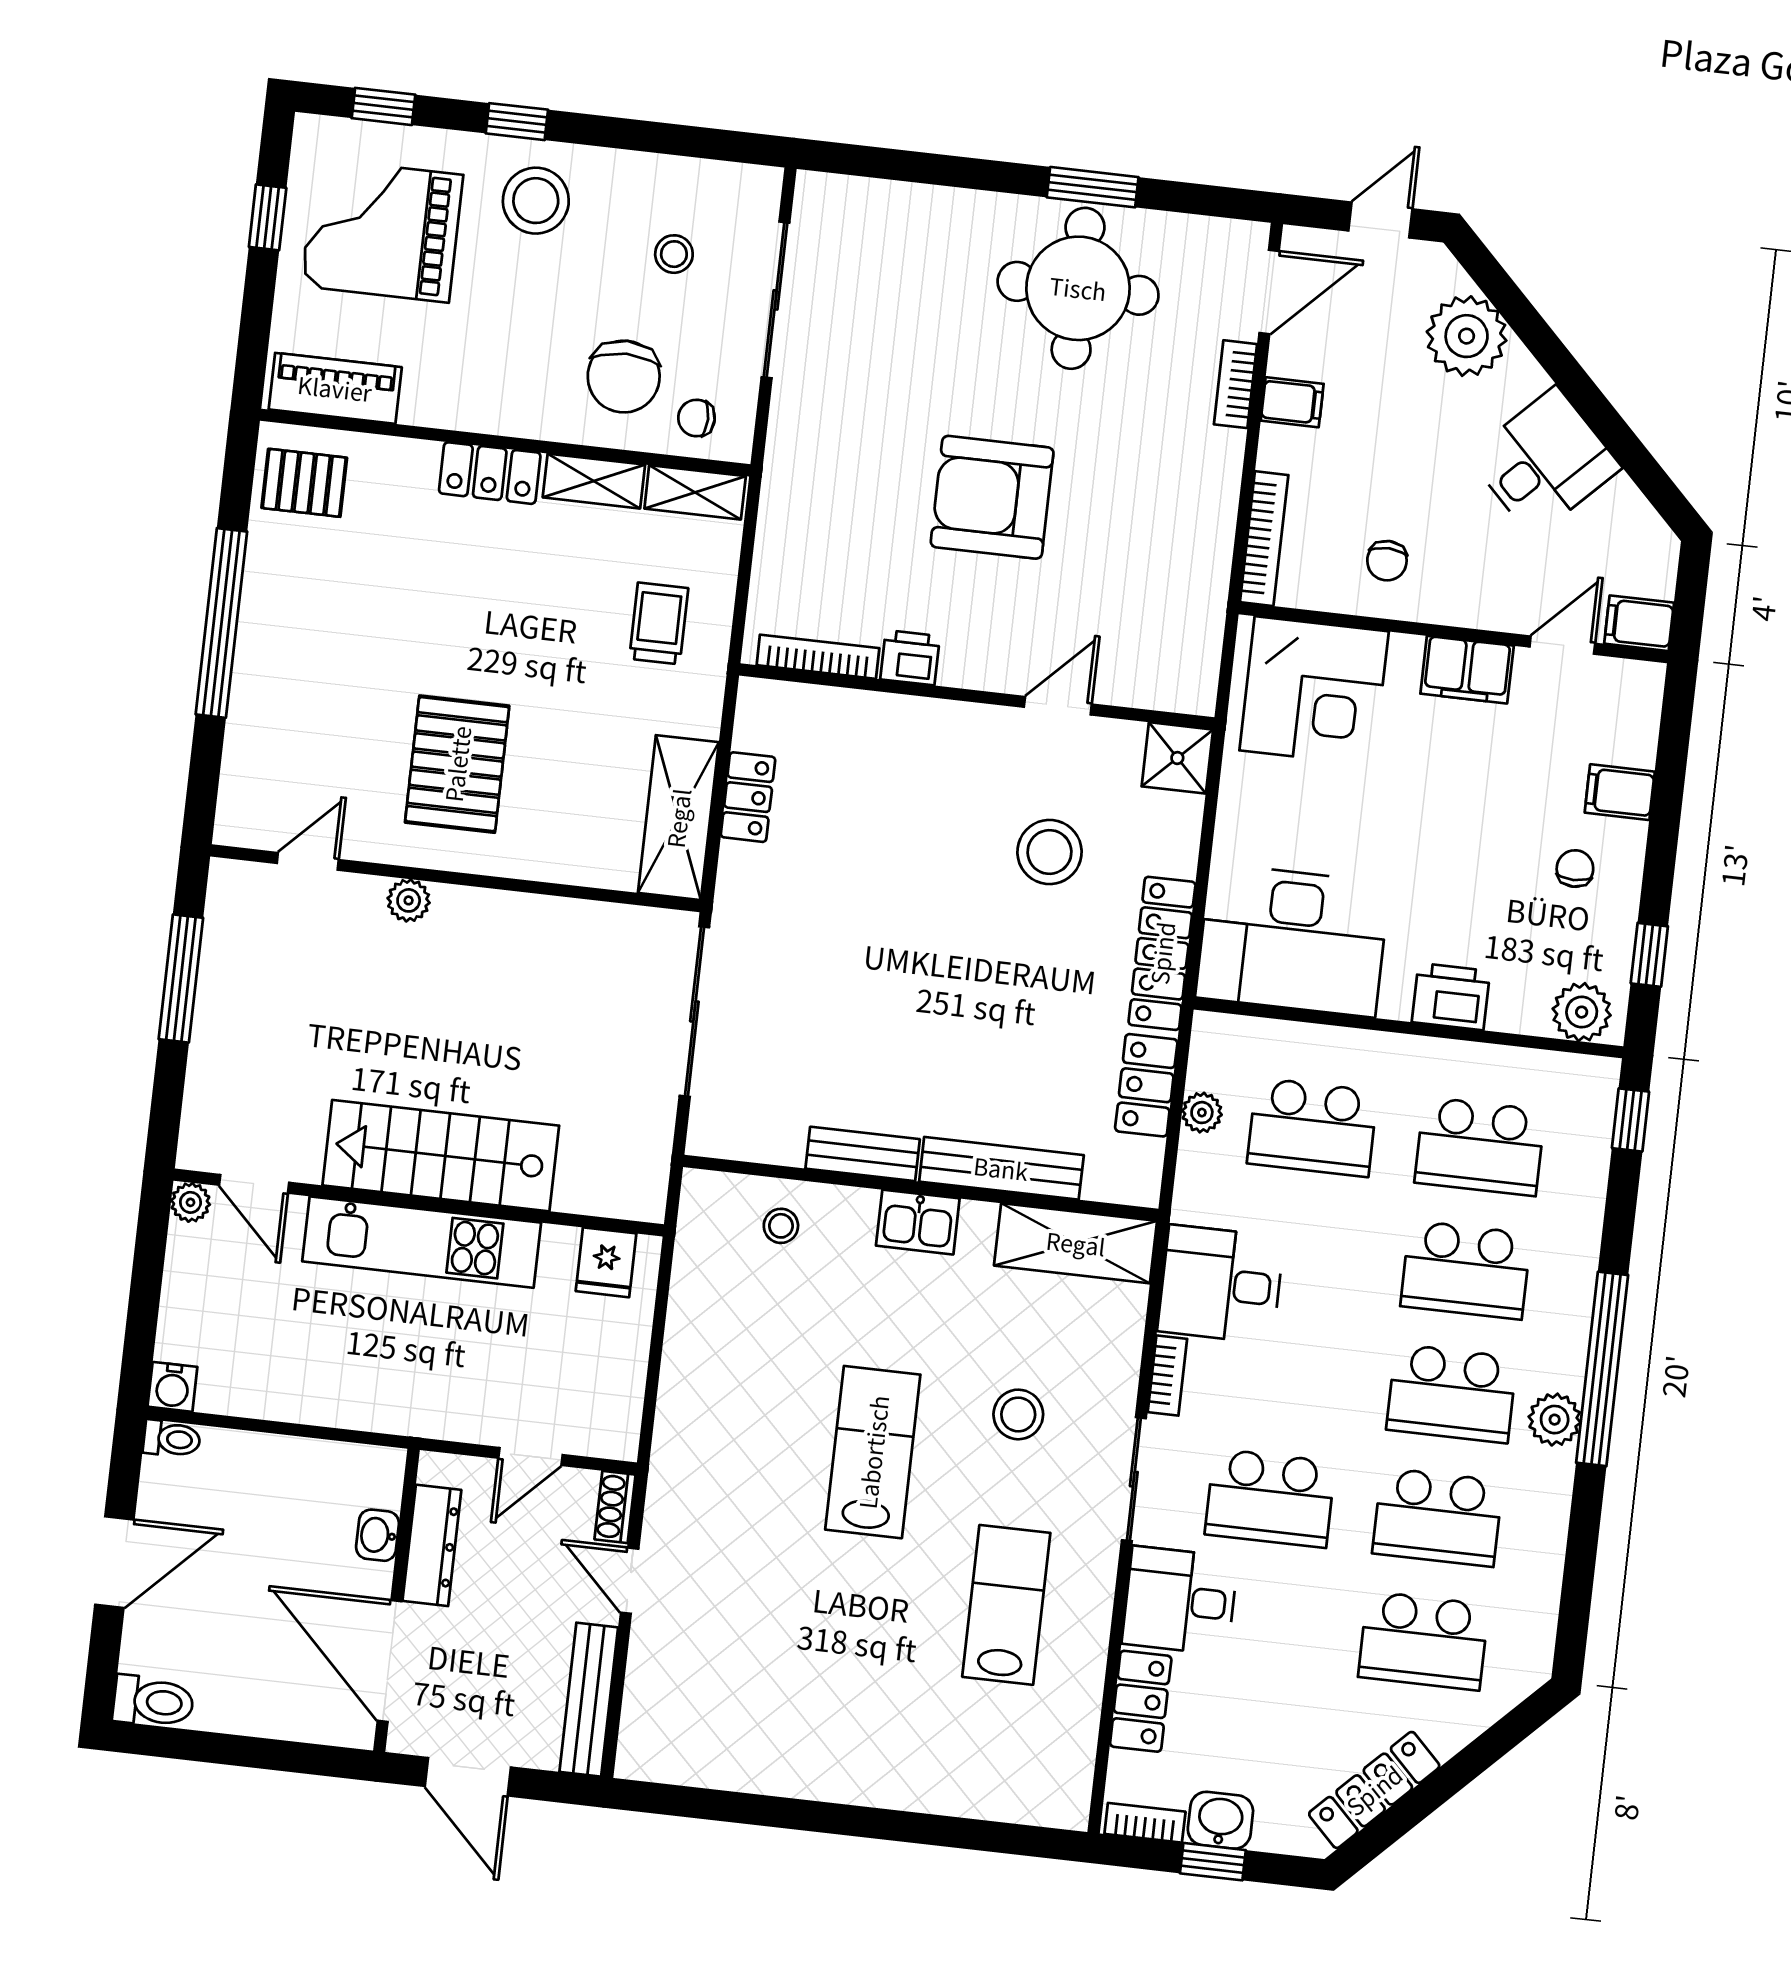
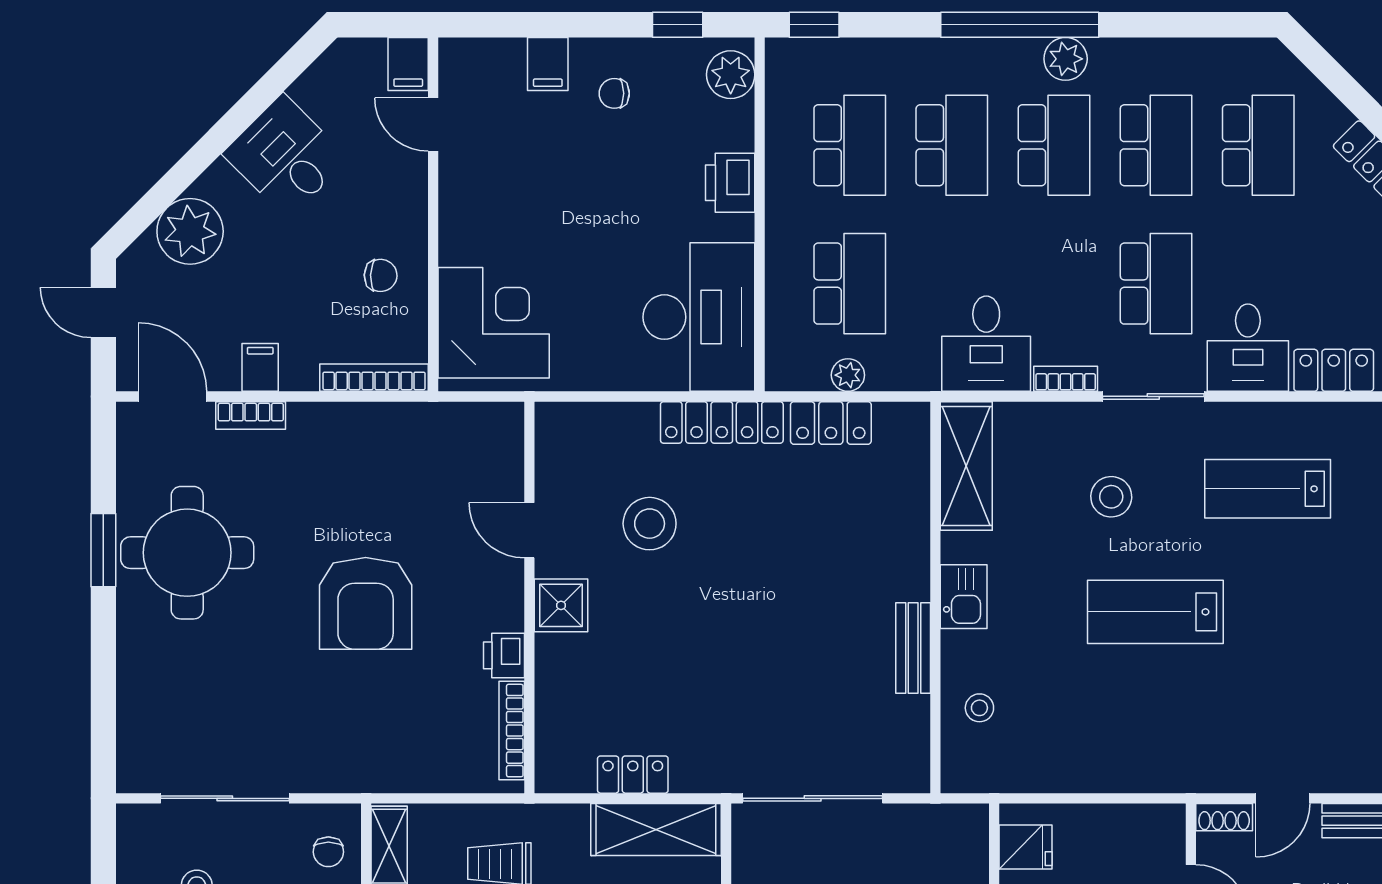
filing cabinet: (1467, 670) -> (462, 200), removed
shower: (1177, 758) -> (561, 605), moved
bench: (1001, 1168) -> (912, 533), removed

